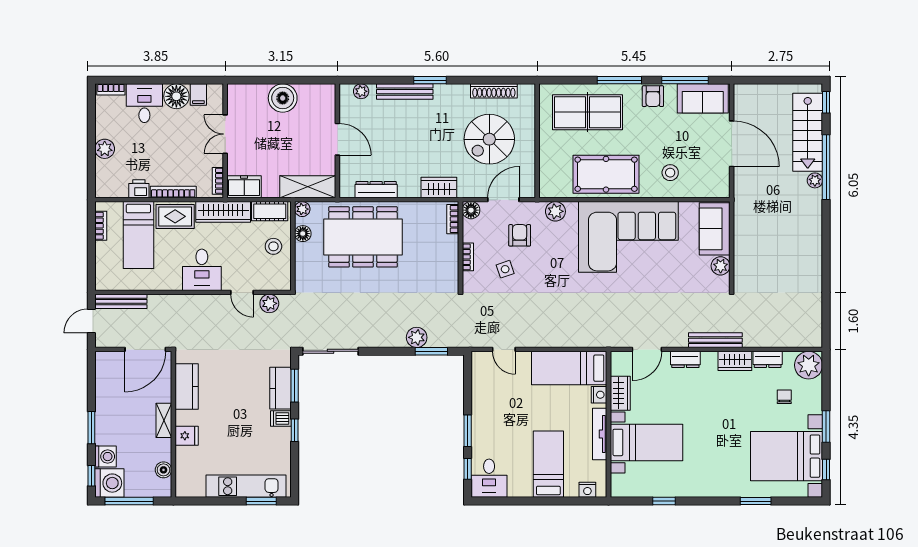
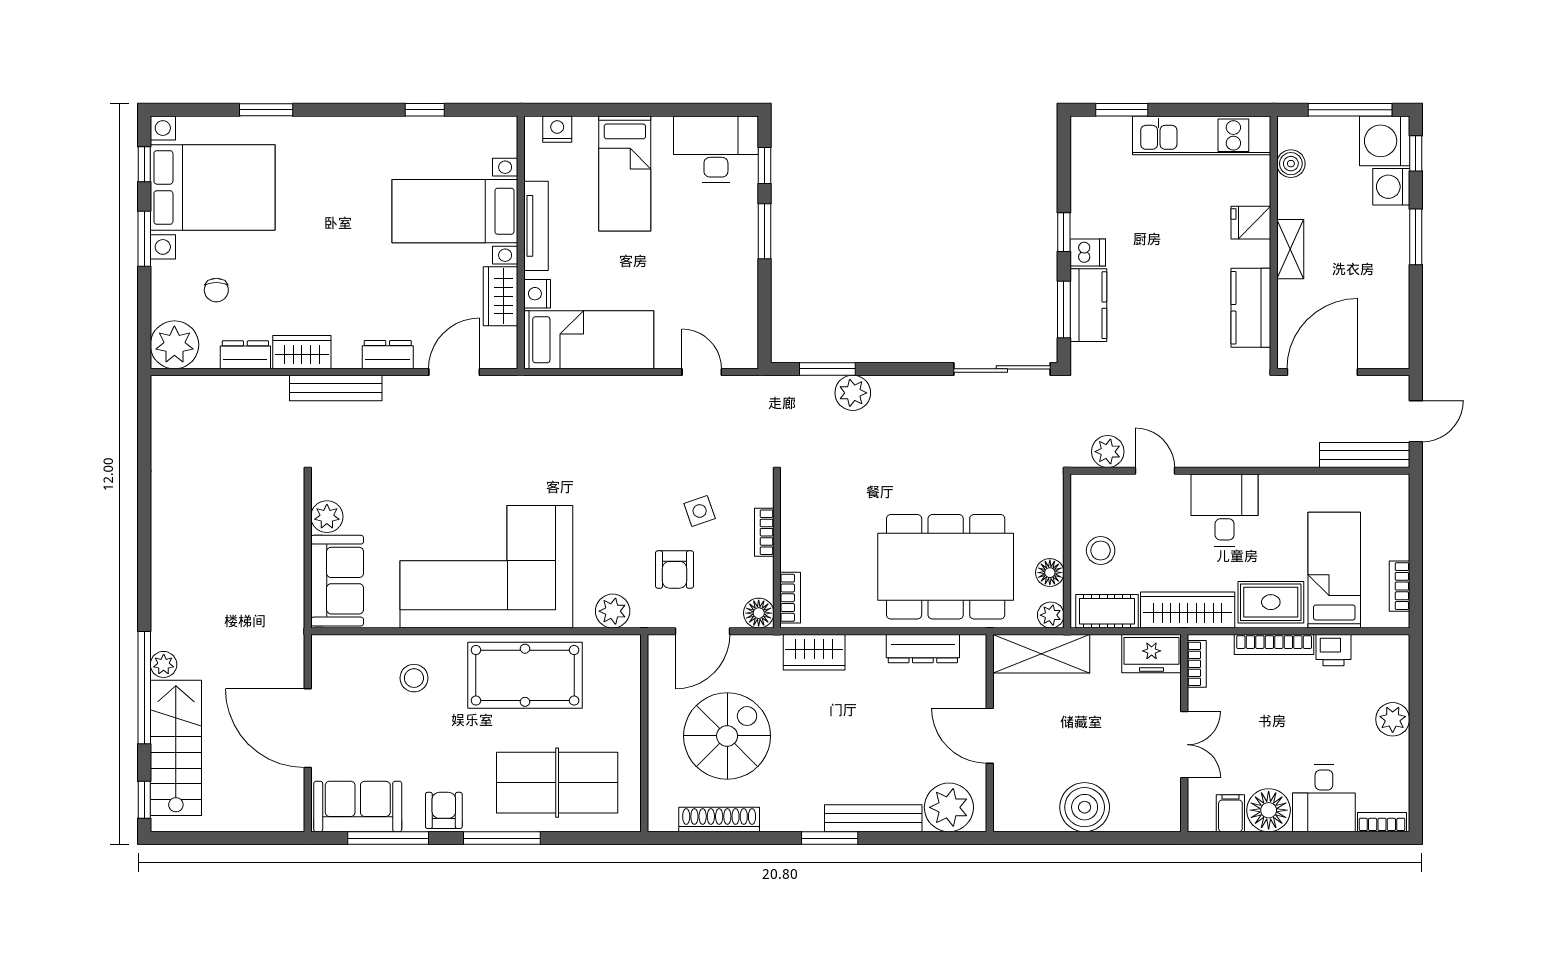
plant: (361, 91) -> (949, 807), width x1.88, depth x1.88
desk: (489, 478) -> (716, 149), width x1.37
kitchen unit: (246, 486) -> (1202, 135), moved

